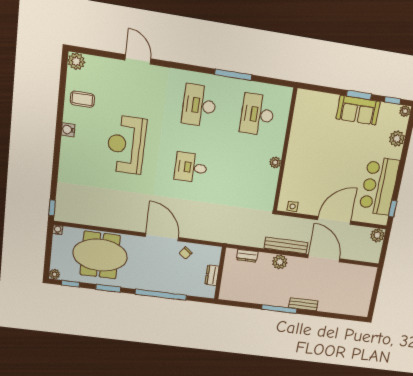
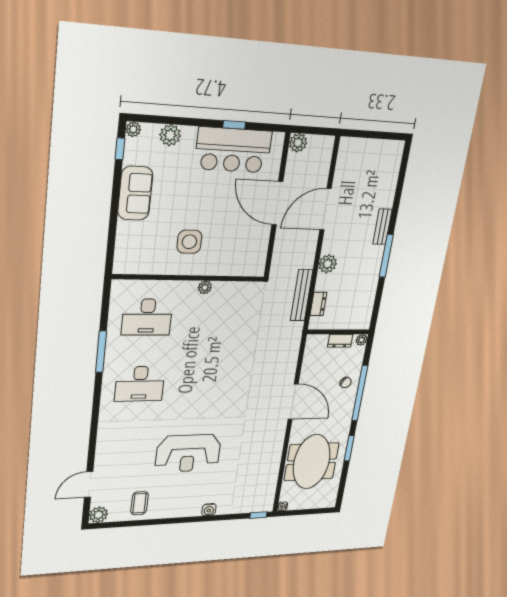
door: (138, 59) -> (89, 485), moved
window: (359, 95) -> (116, 195), removed
water cooler: (68, 130) -> (209, 510), moved
desk: (191, 167) -> (213, 382), removed
side table: (293, 206) -> (189, 242), moved, width x1.87, depth x1.87
window: (393, 209) -> (234, 125), moved
door: (162, 237) -> (293, 402), swing flipped
bench: (286, 245) -> (302, 295), moved
chair: (185, 253) -> (346, 383), moved
plant: (54, 274) -> (362, 340), moved
window: (70, 284) -> (342, 486), removed

